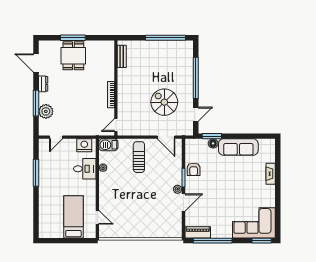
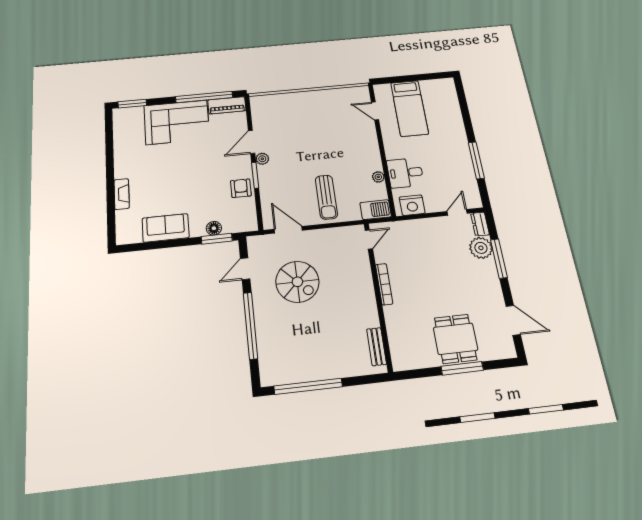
dresser: (43, 84) -> (480, 224), moved
sofa: (238, 147) -> (166, 228), width x0.73
corner sofa: (254, 223) -> (177, 122), moved

